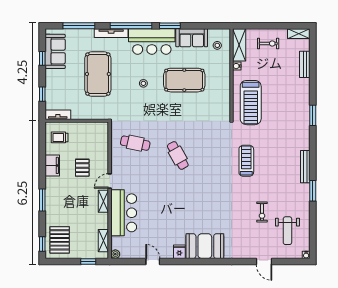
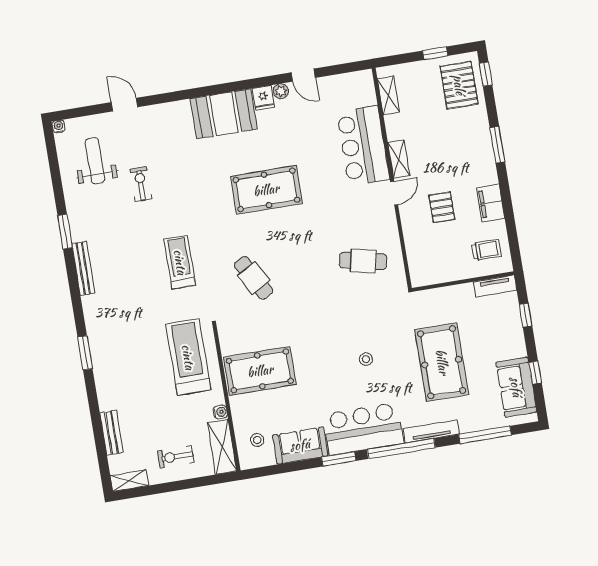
pool table: (184, 80) -> (260, 371), moved
cafe table: (178, 155) -> (254, 278), moved
treadmill: (246, 161) -> (180, 262), turned 180
pool table: (187, 196) -> (266, 190), added
plant: (115, 254) -> (281, 91), moved
window: (88, 262) -> (435, 53), moved

